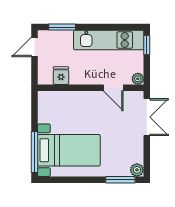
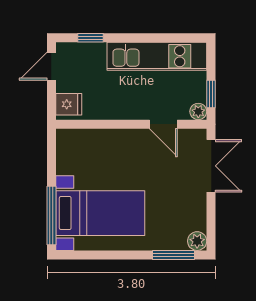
window: (62, 27) -> (91, 38), width x0.67
window: (147, 45) -> (211, 94), moved
fridge: (61, 76) -> (69, 104), moved, turned 90

